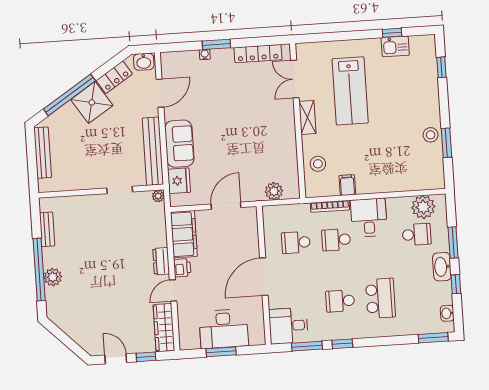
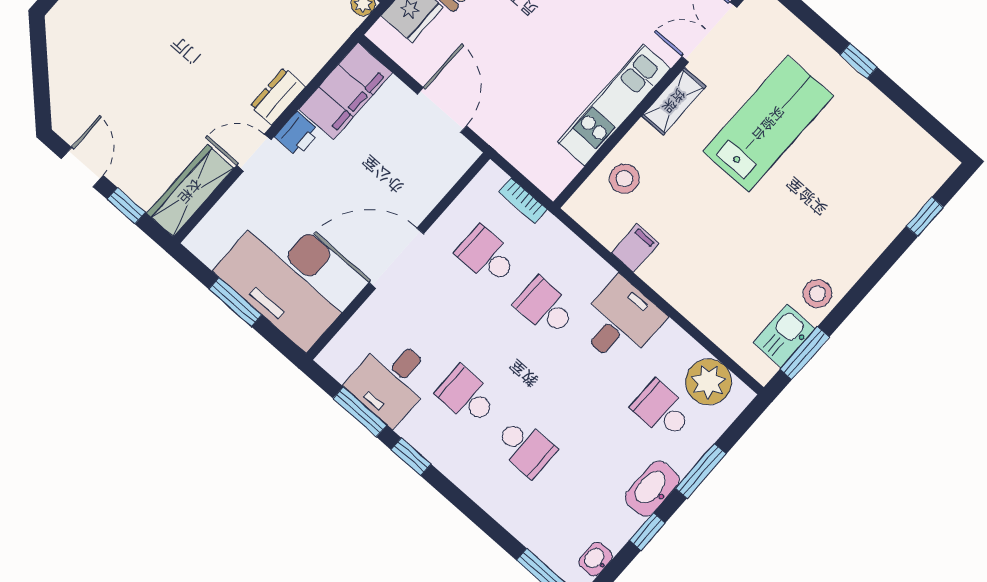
window: (392, 33) -> (859, 61), moved
kitchen sink: (395, 46) -> (784, 336), moved, turned 90
lab bench: (350, 91) -> (768, 124), turned 180
kitchen unit: (287, 141) -> (614, 105), added
window: (446, 143) -> (805, 353), moved
plant: (274, 191) -> (527, 156), removed
door: (226, 206) -> (442, 110), hinge flipped
bookcase: (330, 206) -> (523, 200), moved, width x0.64
school desk: (417, 234) -> (662, 410), turned 180
school desk: (380, 298) -> (525, 447), width x0.54
desk: (288, 326) -> (391, 381), moved, turned -90
desk: (224, 329) -> (290, 277), width x1.36, depth x1.30

